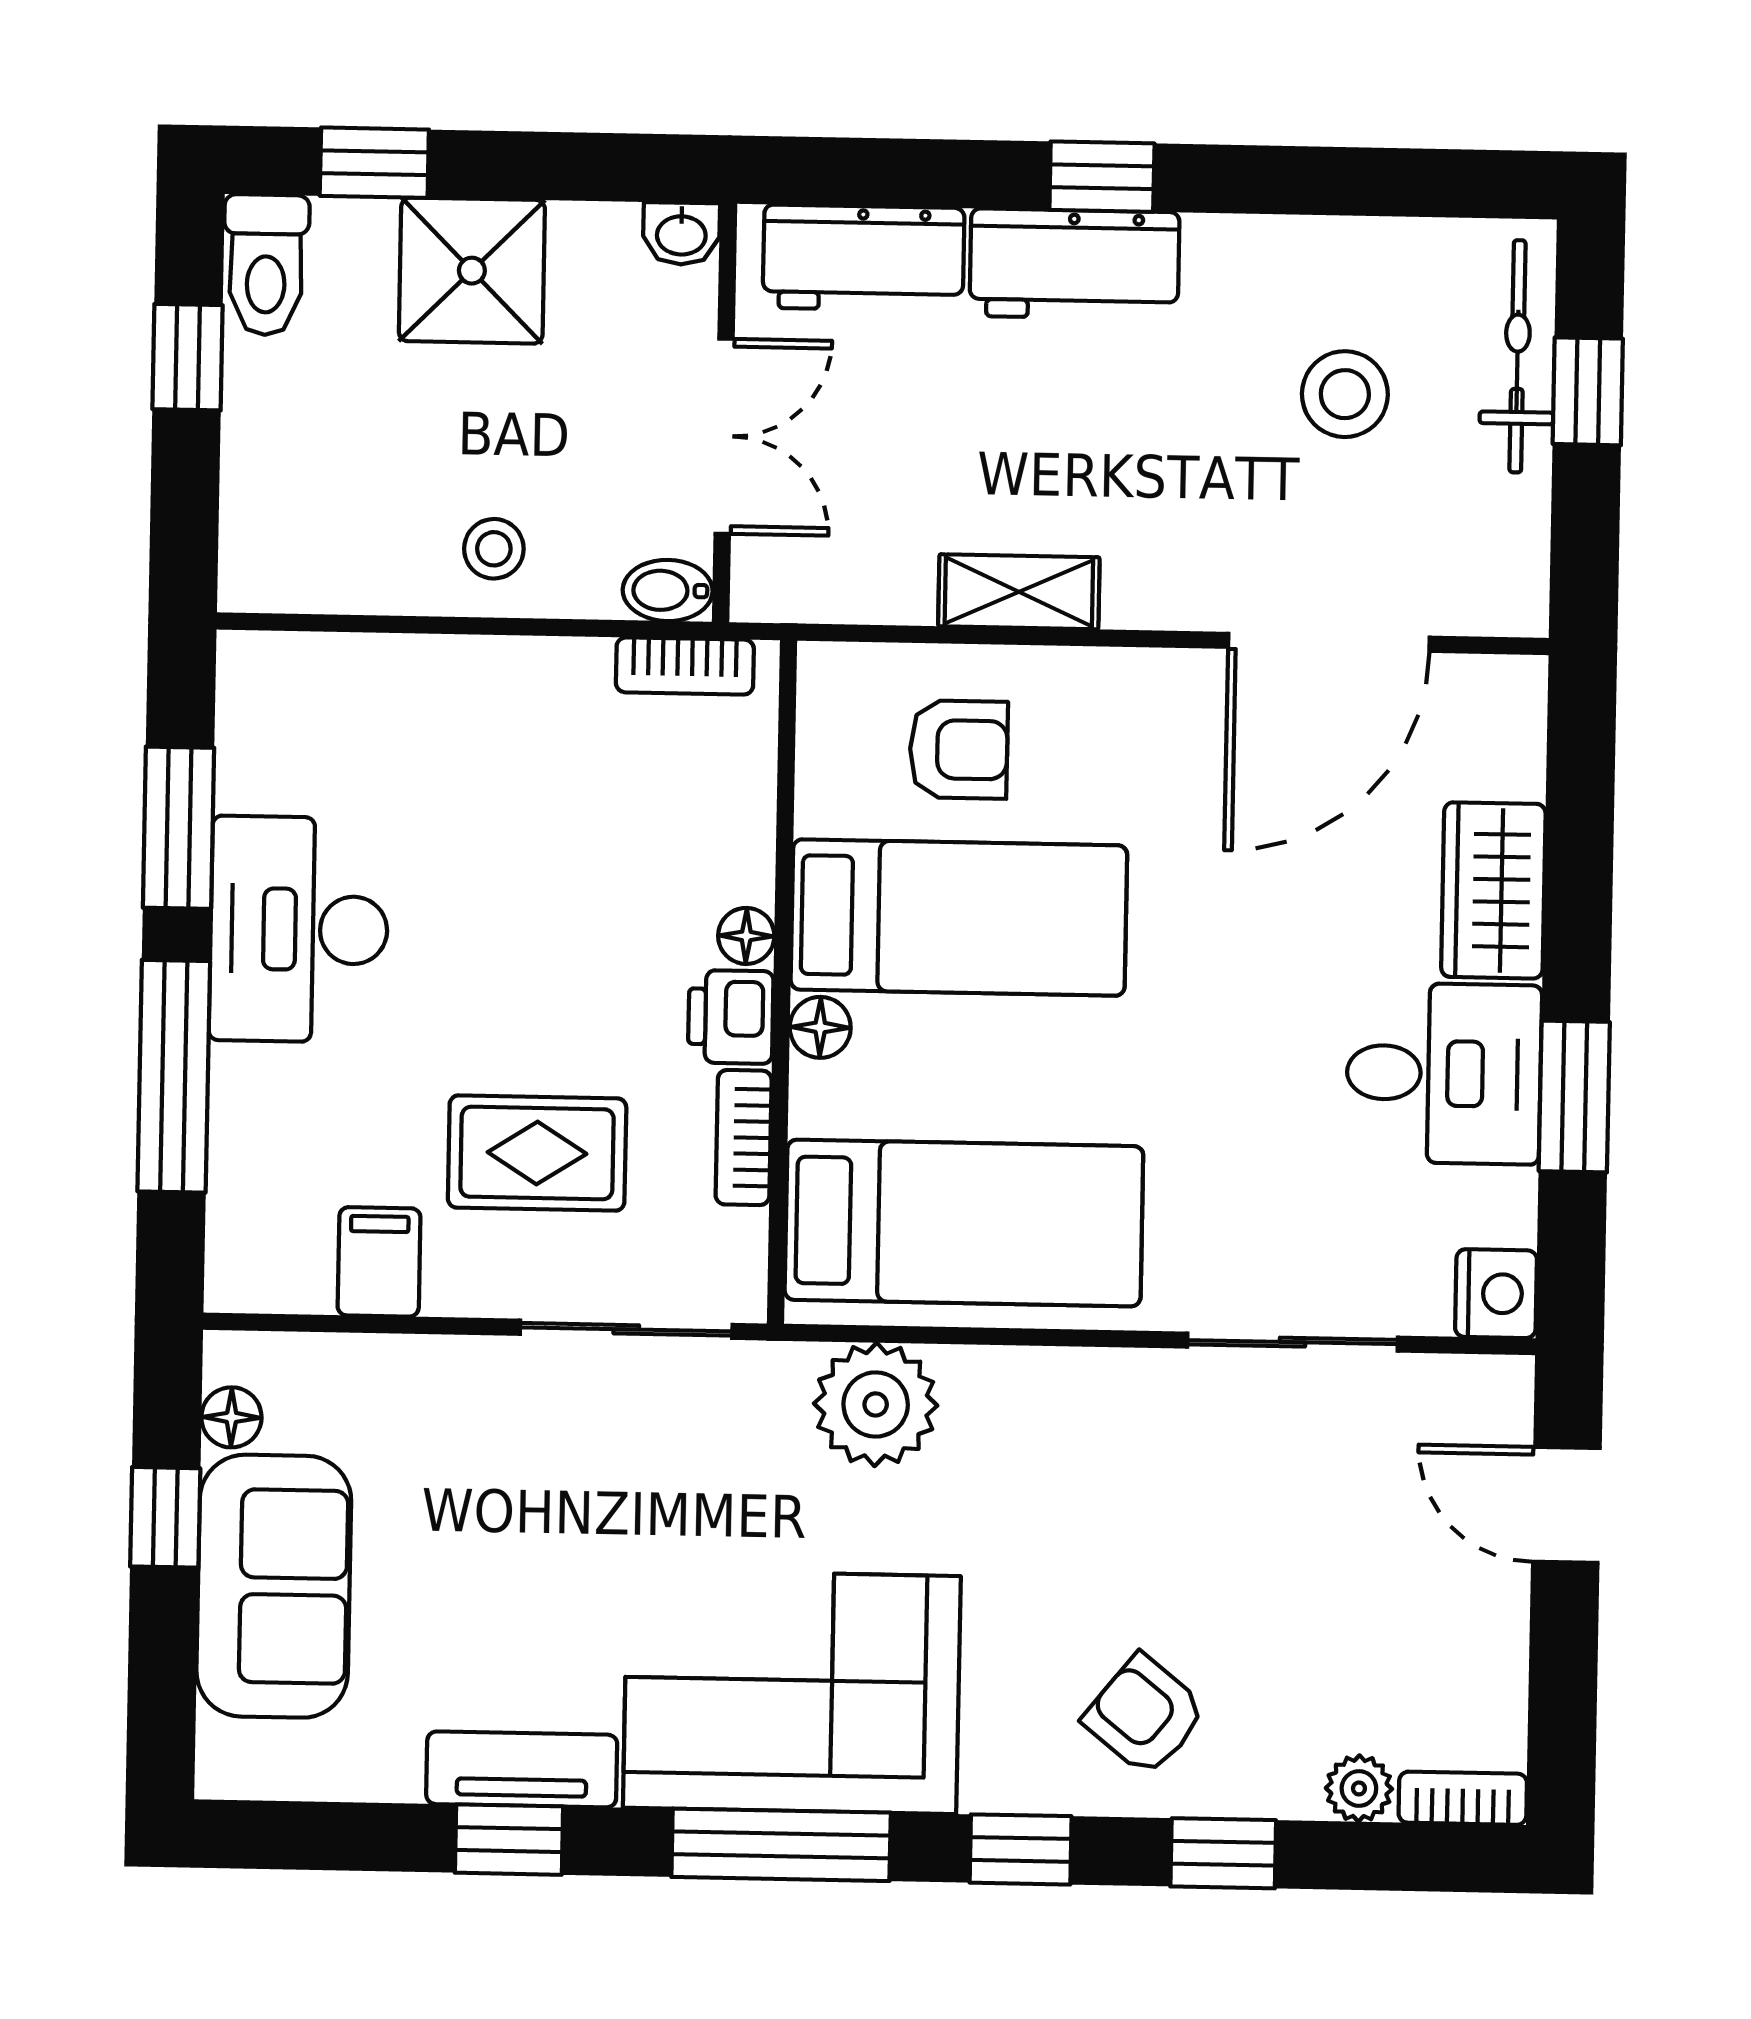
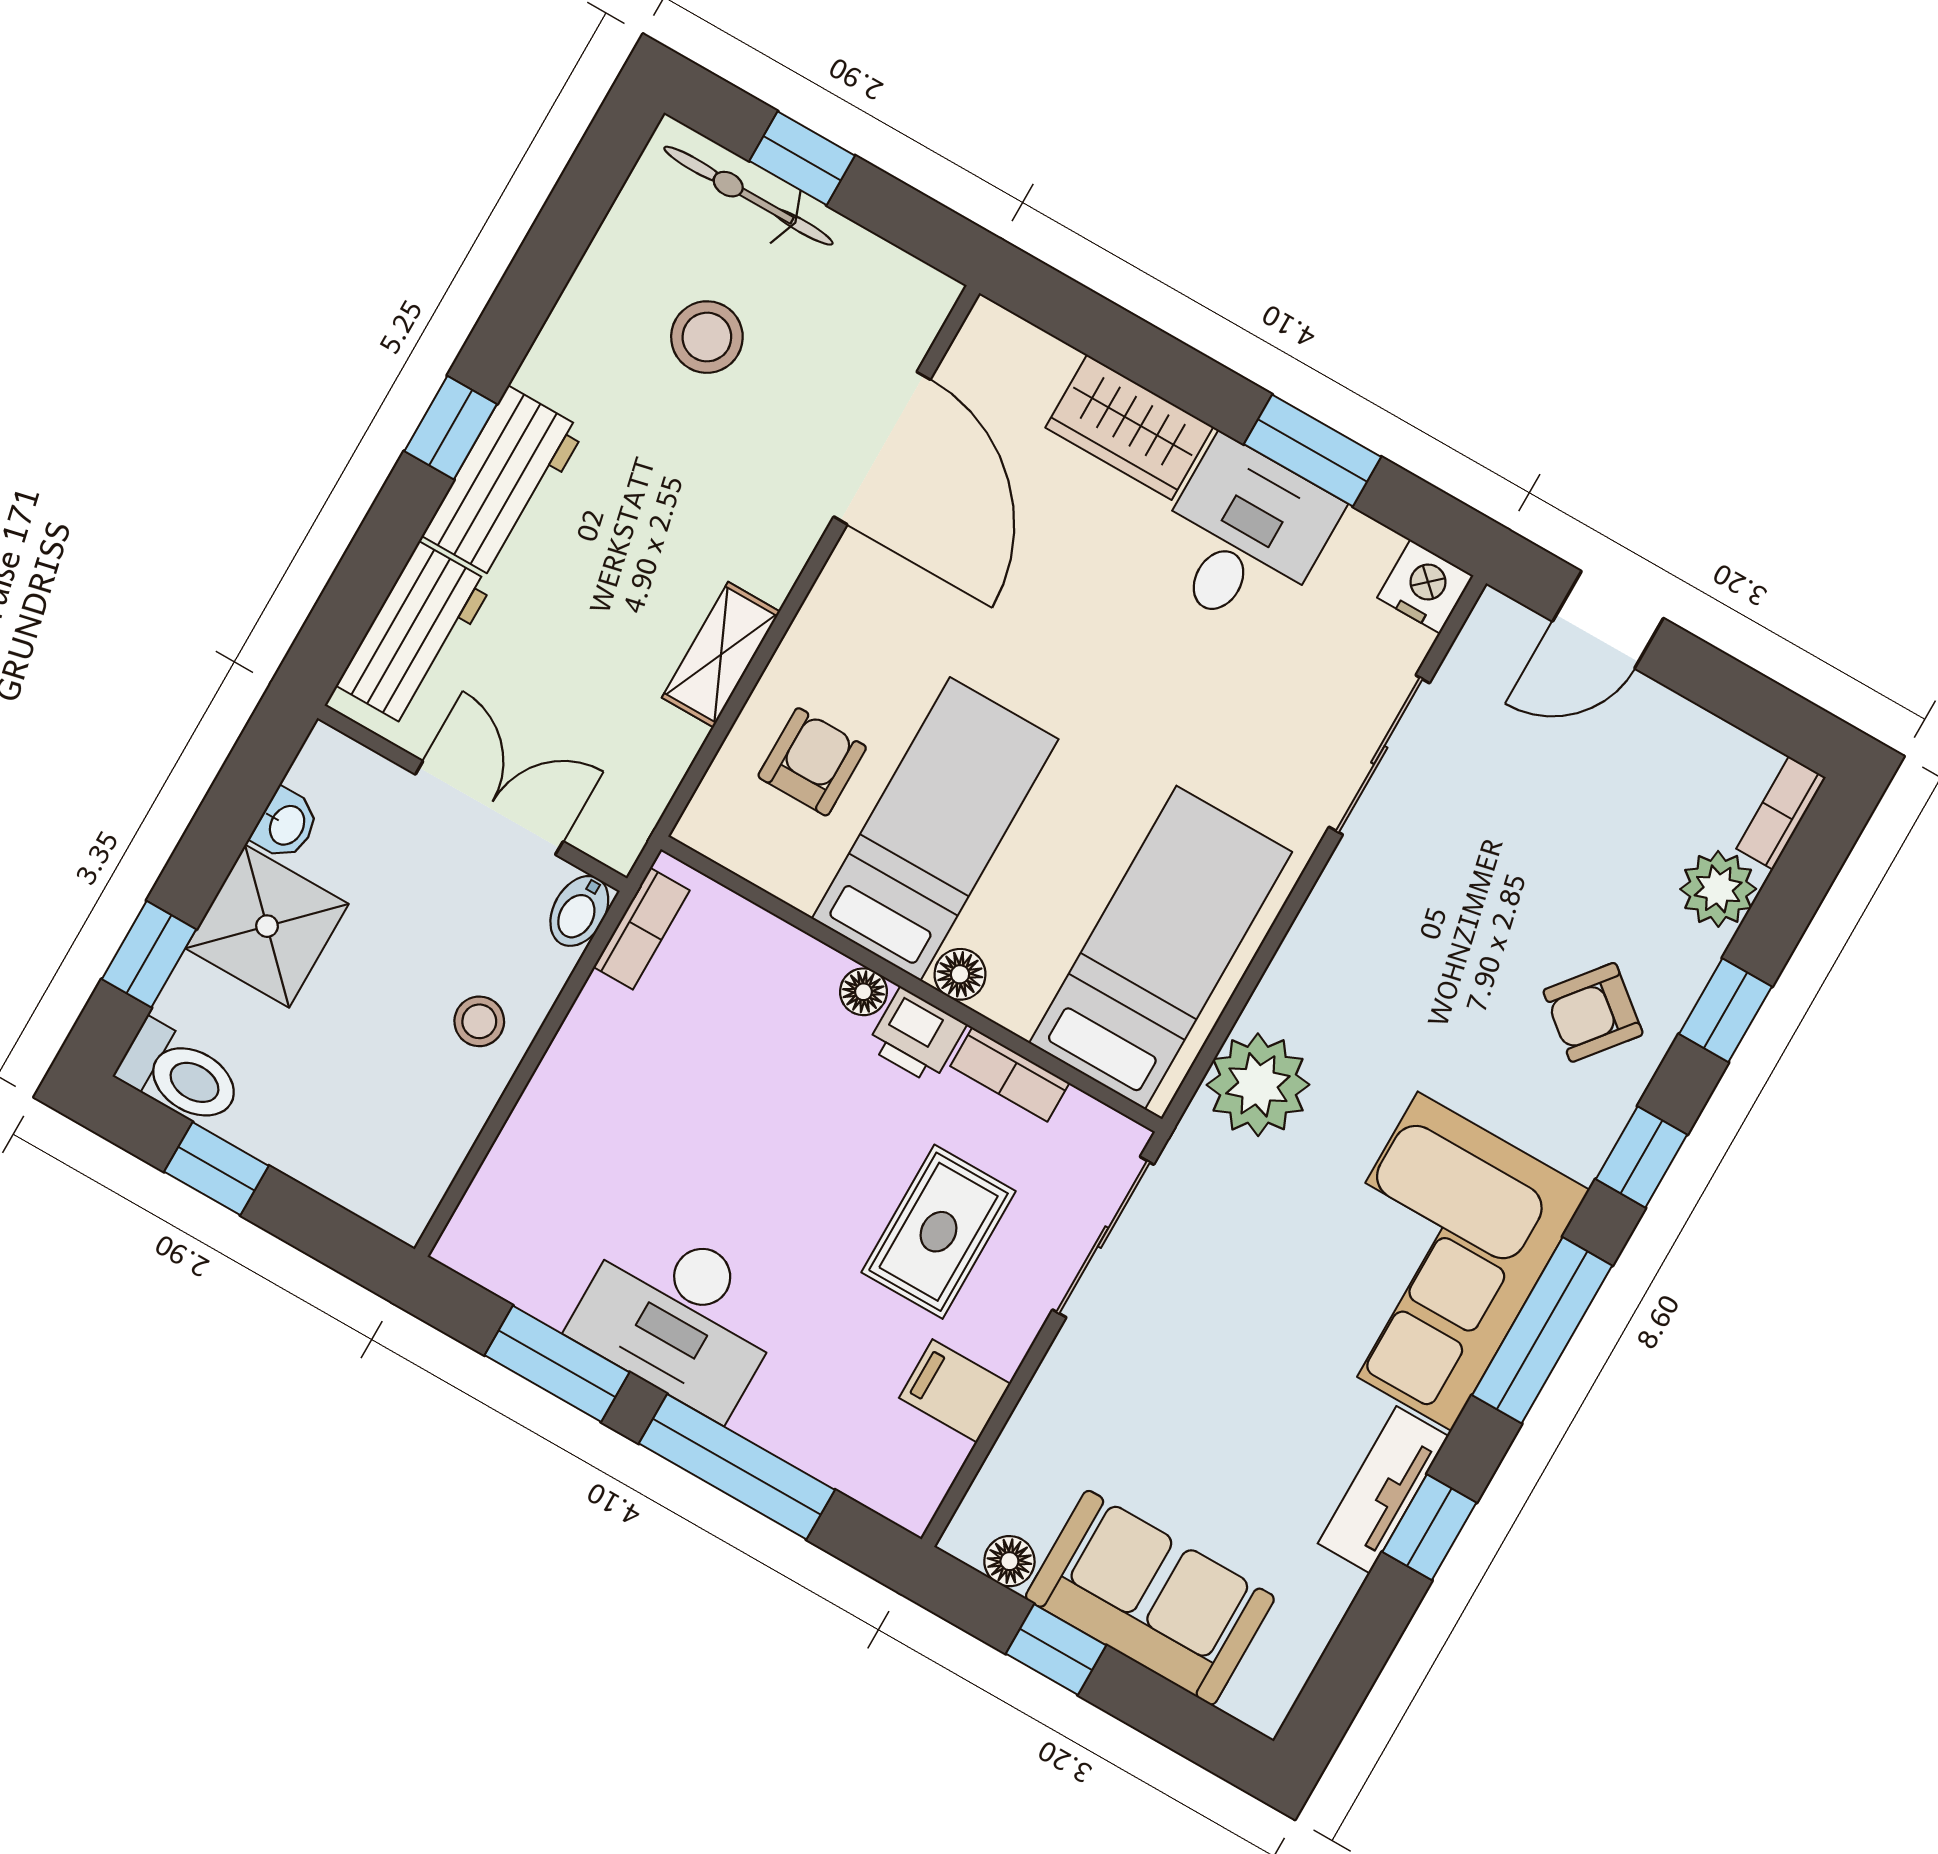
washbasin: (681, 234) -> (286, 825), moved
plant: (1359, 1788) -> (1718, 889), width x1.38, depth x1.38

